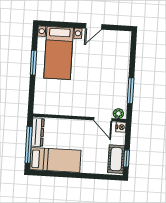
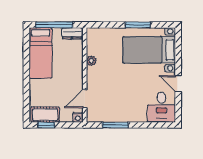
desk: (116, 44) -> (161, 107), added
plant: (118, 114) -> (91, 61), moved
dresser: (38, 132) -> (72, 33), width x0.70

